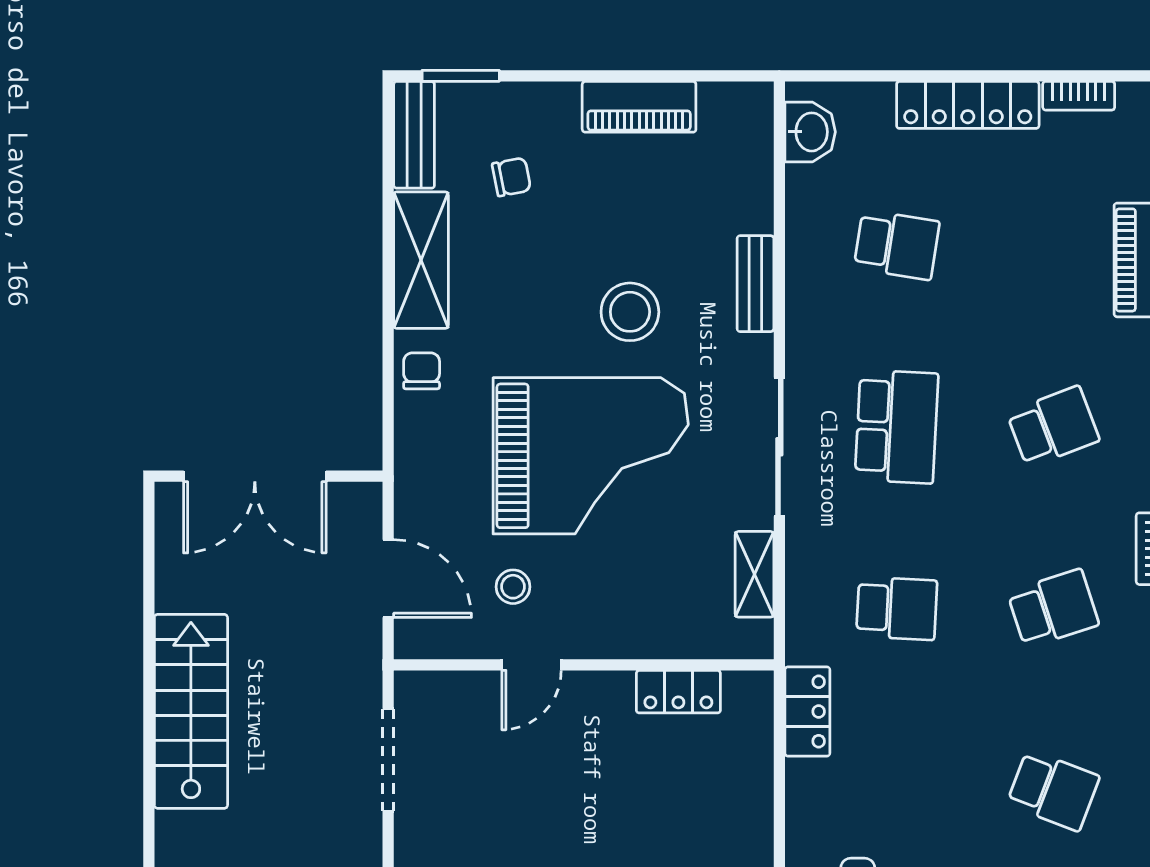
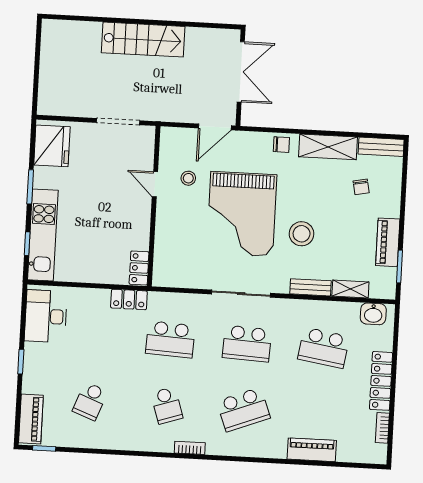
window: (461, 76) -> (400, 266), moved
school desk: (897, 245) -> (324, 348), width x1.85
school desk: (1053, 427) -> (243, 410), width x1.85
double door: (255, 476) -> (241, 72), swing flipped
shelving: (755, 574) -> (350, 289), moved
door: (388, 578) -> (215, 127), moved
school desk: (897, 608) -> (170, 339), width x1.85
locker: (678, 692) -> (139, 268), moved

